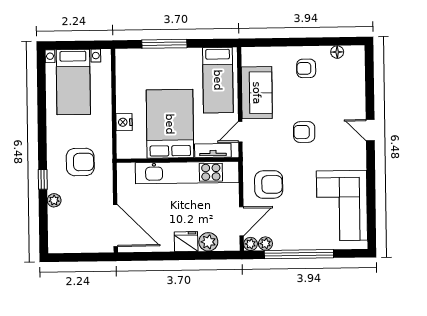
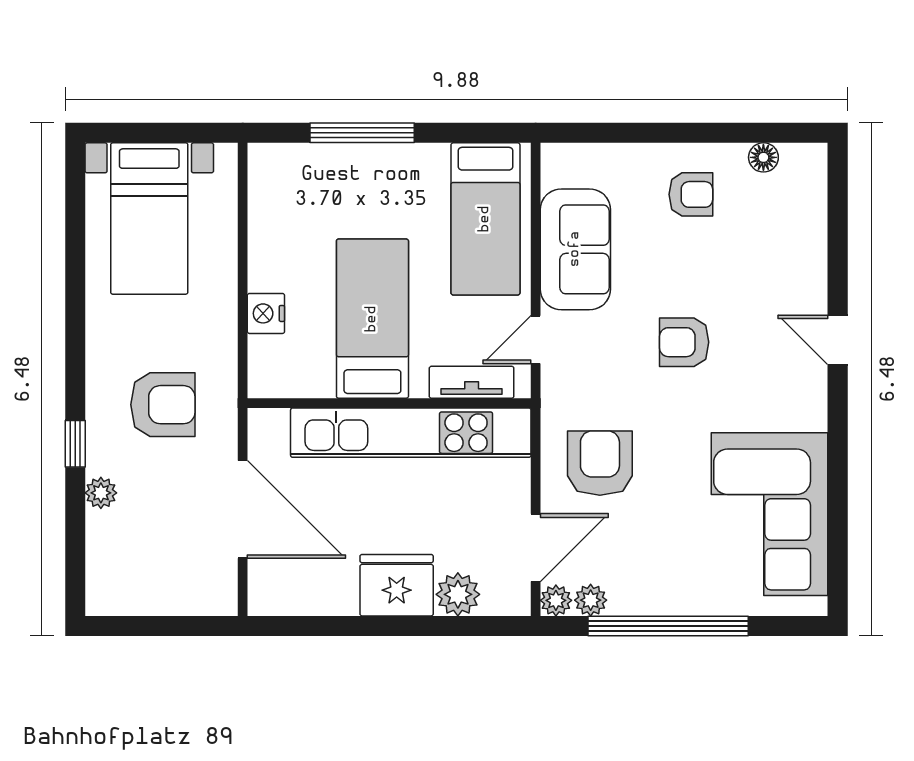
armchair: (306, 68) -> (691, 194), turned 180
bed: (170, 124) -> (372, 319), width x0.67
armchair: (269, 184) -> (600, 463), turned -90
door: (115, 226) -> (243, 509), moved
fridge: (186, 242) -> (397, 585), width x1.36, depth x1.34

